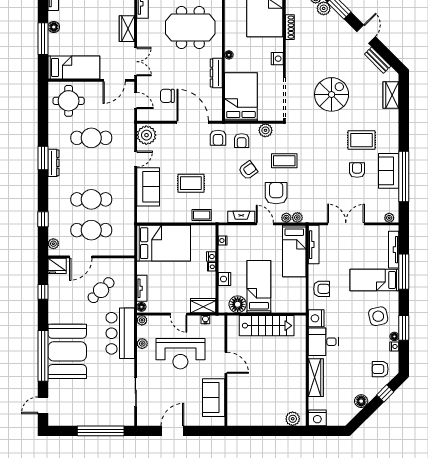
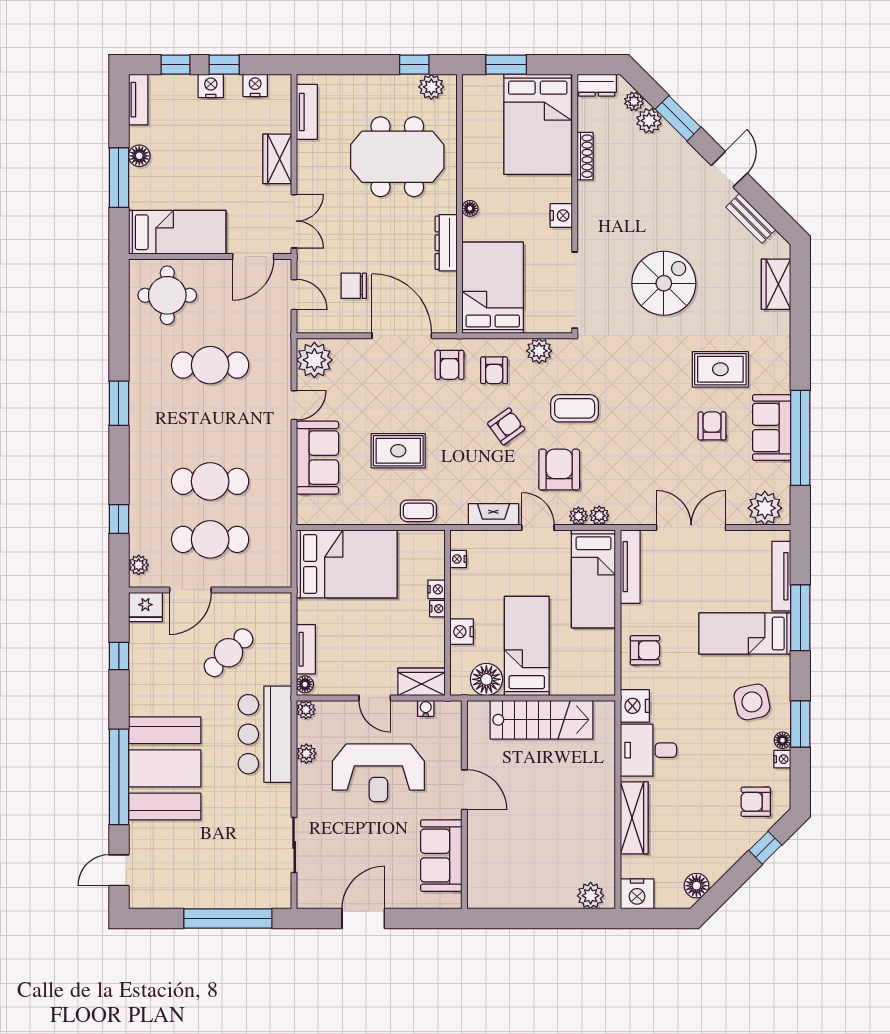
dresser: (53, 163) -> (139, 412), removed
plant: (389, 218) -> (765, 508), width x1.87, depth x1.87
floor lamp: (361, 401) -> (696, 886), moved

